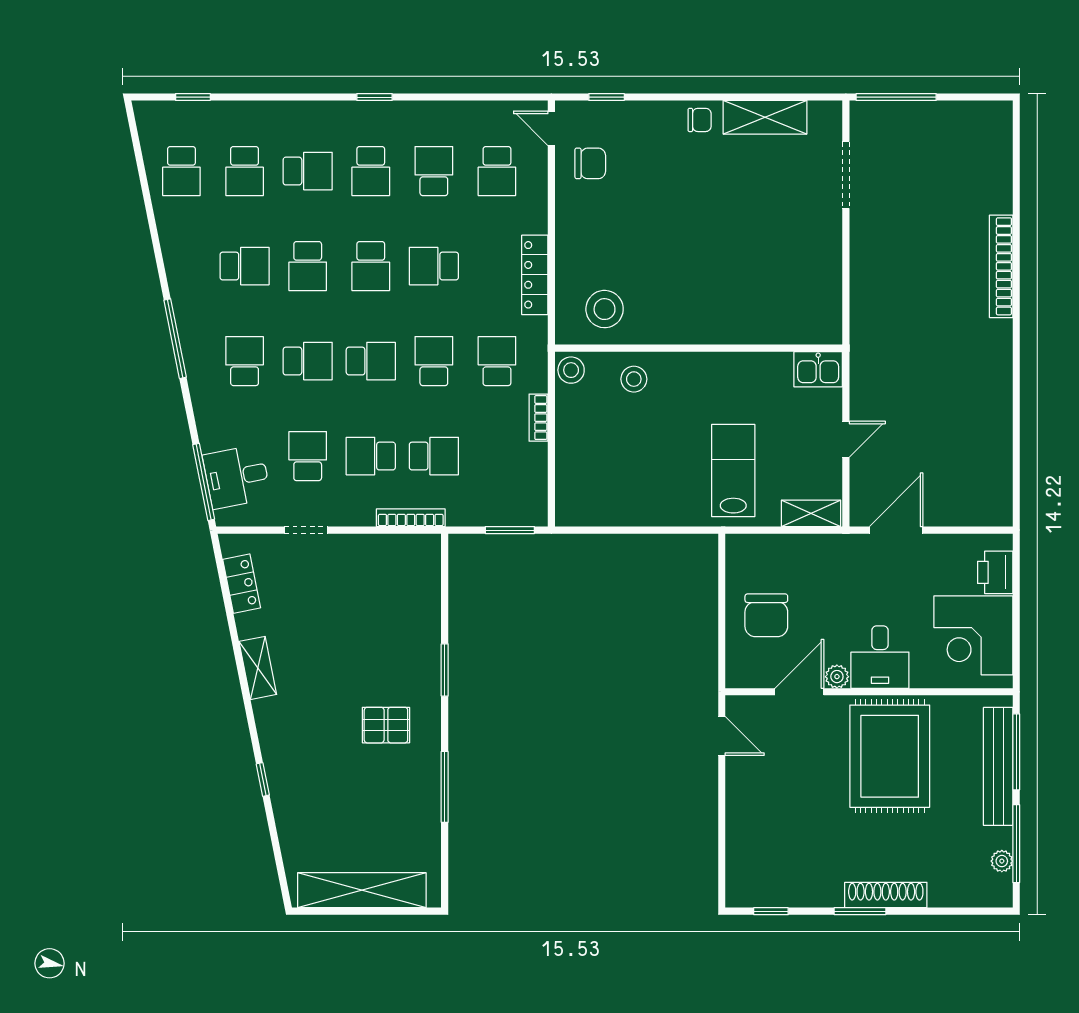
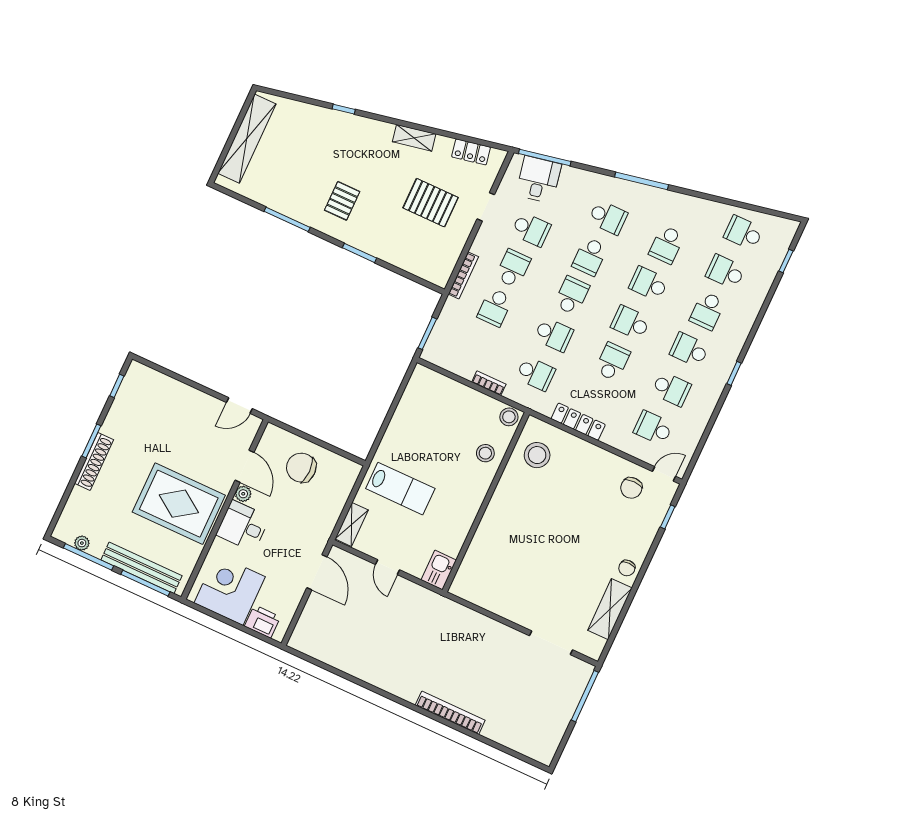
school desk: (371, 361) -> (572, 296), turned 180
pallet: (334, 606) -> (431, 203), added

